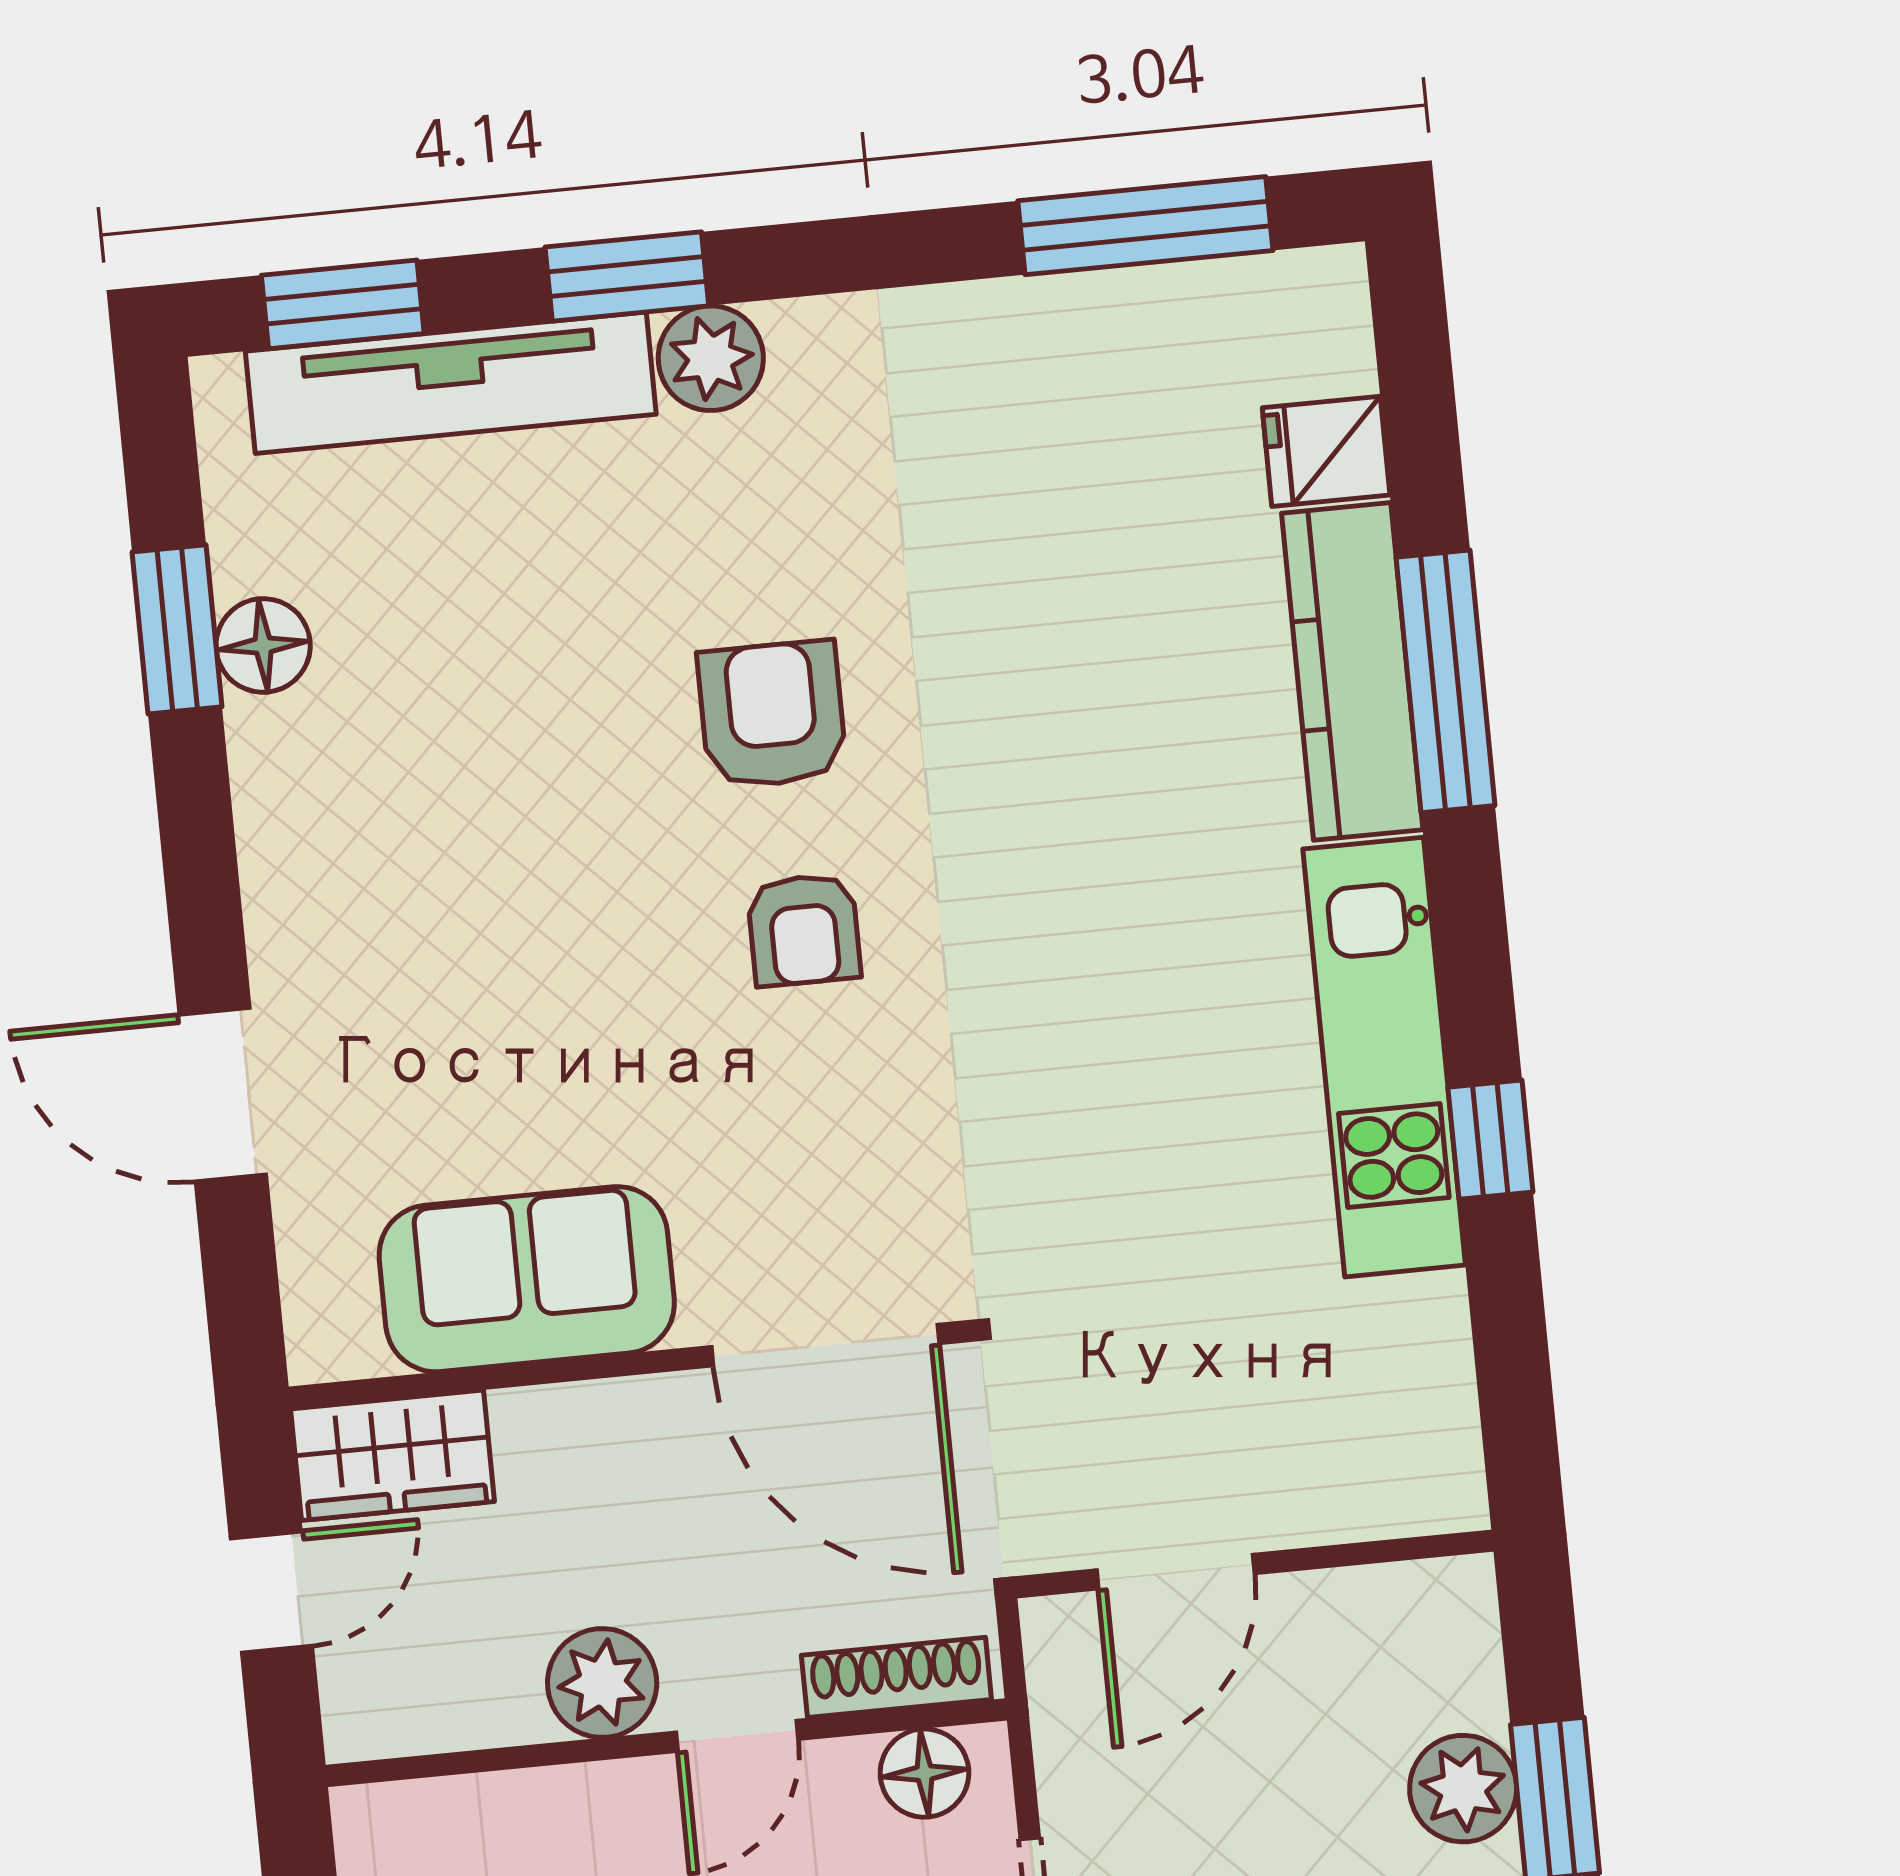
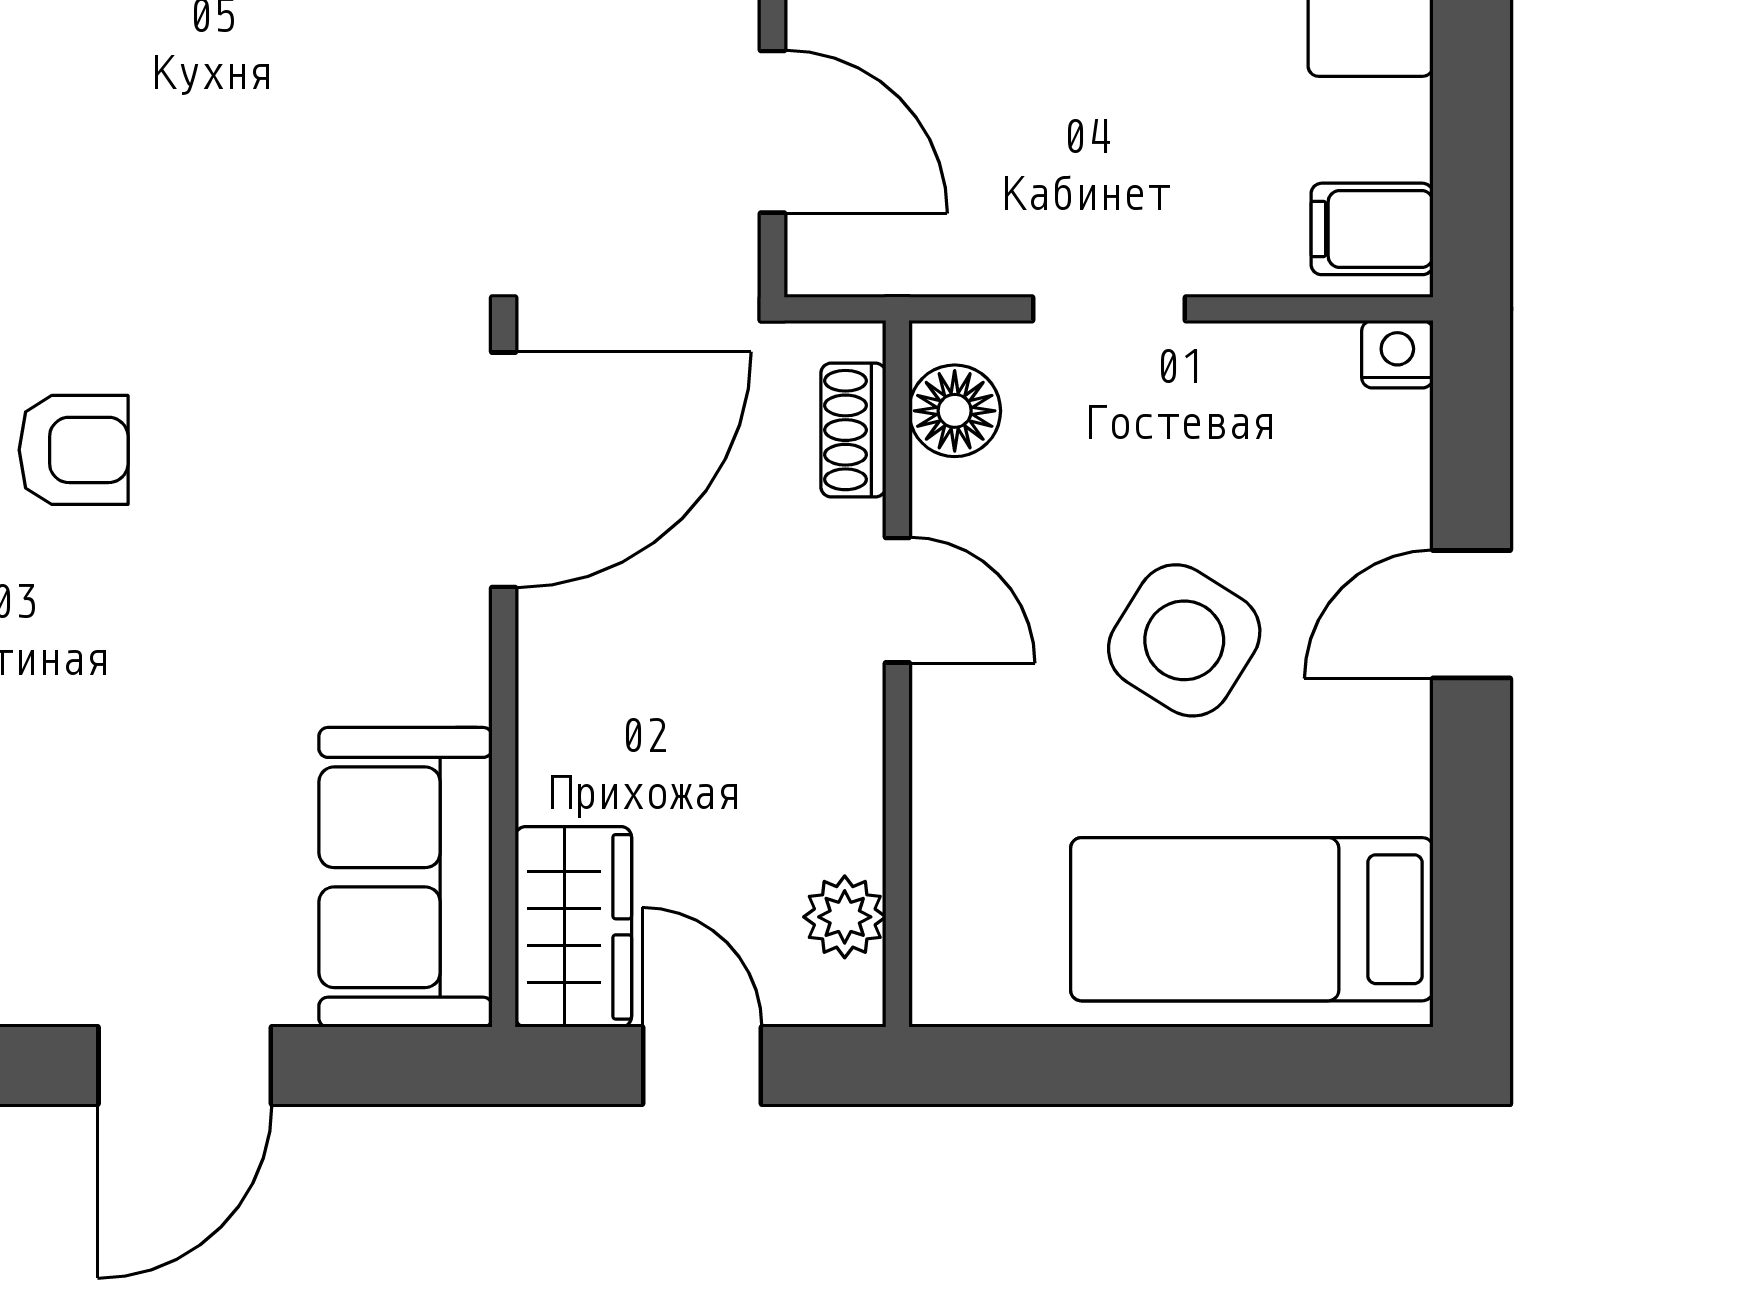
sofa: (527, 1279) -> (406, 877), moved
shoe rack: (896, 1677) -> (853, 430), width x0.70
plant: (602, 1683) -> (845, 917), moved, width x0.73, depth x0.73

